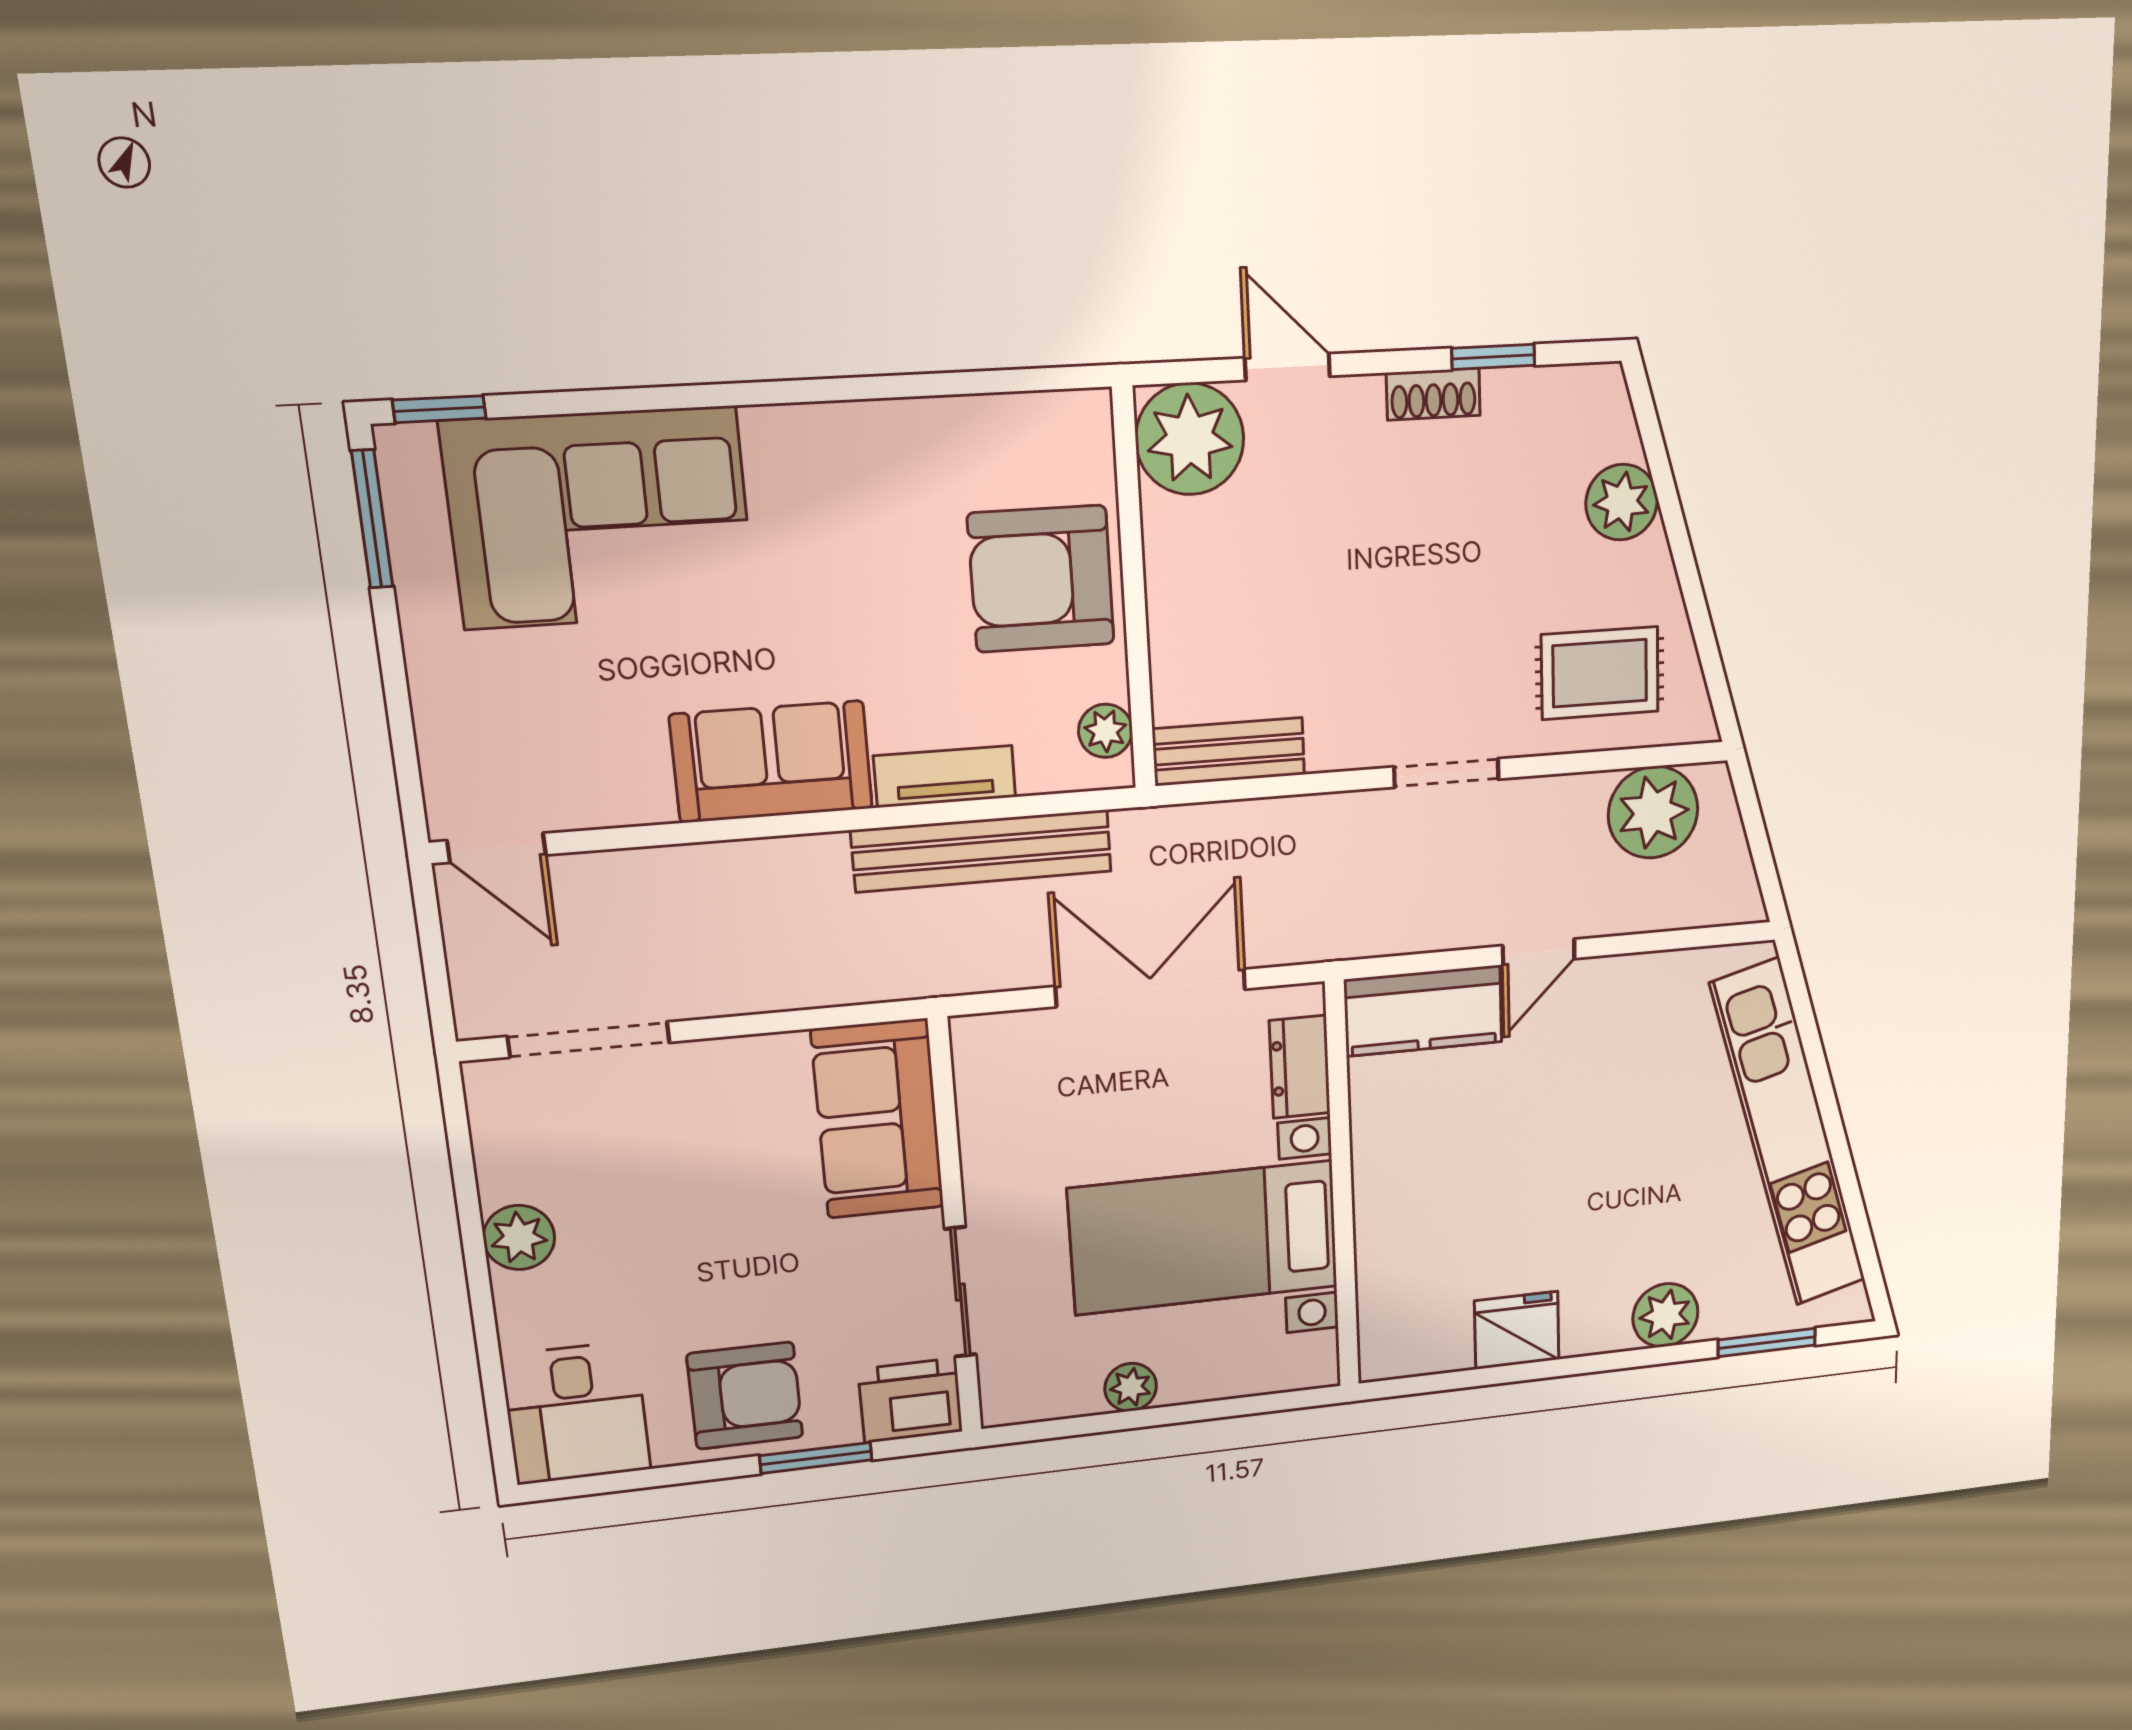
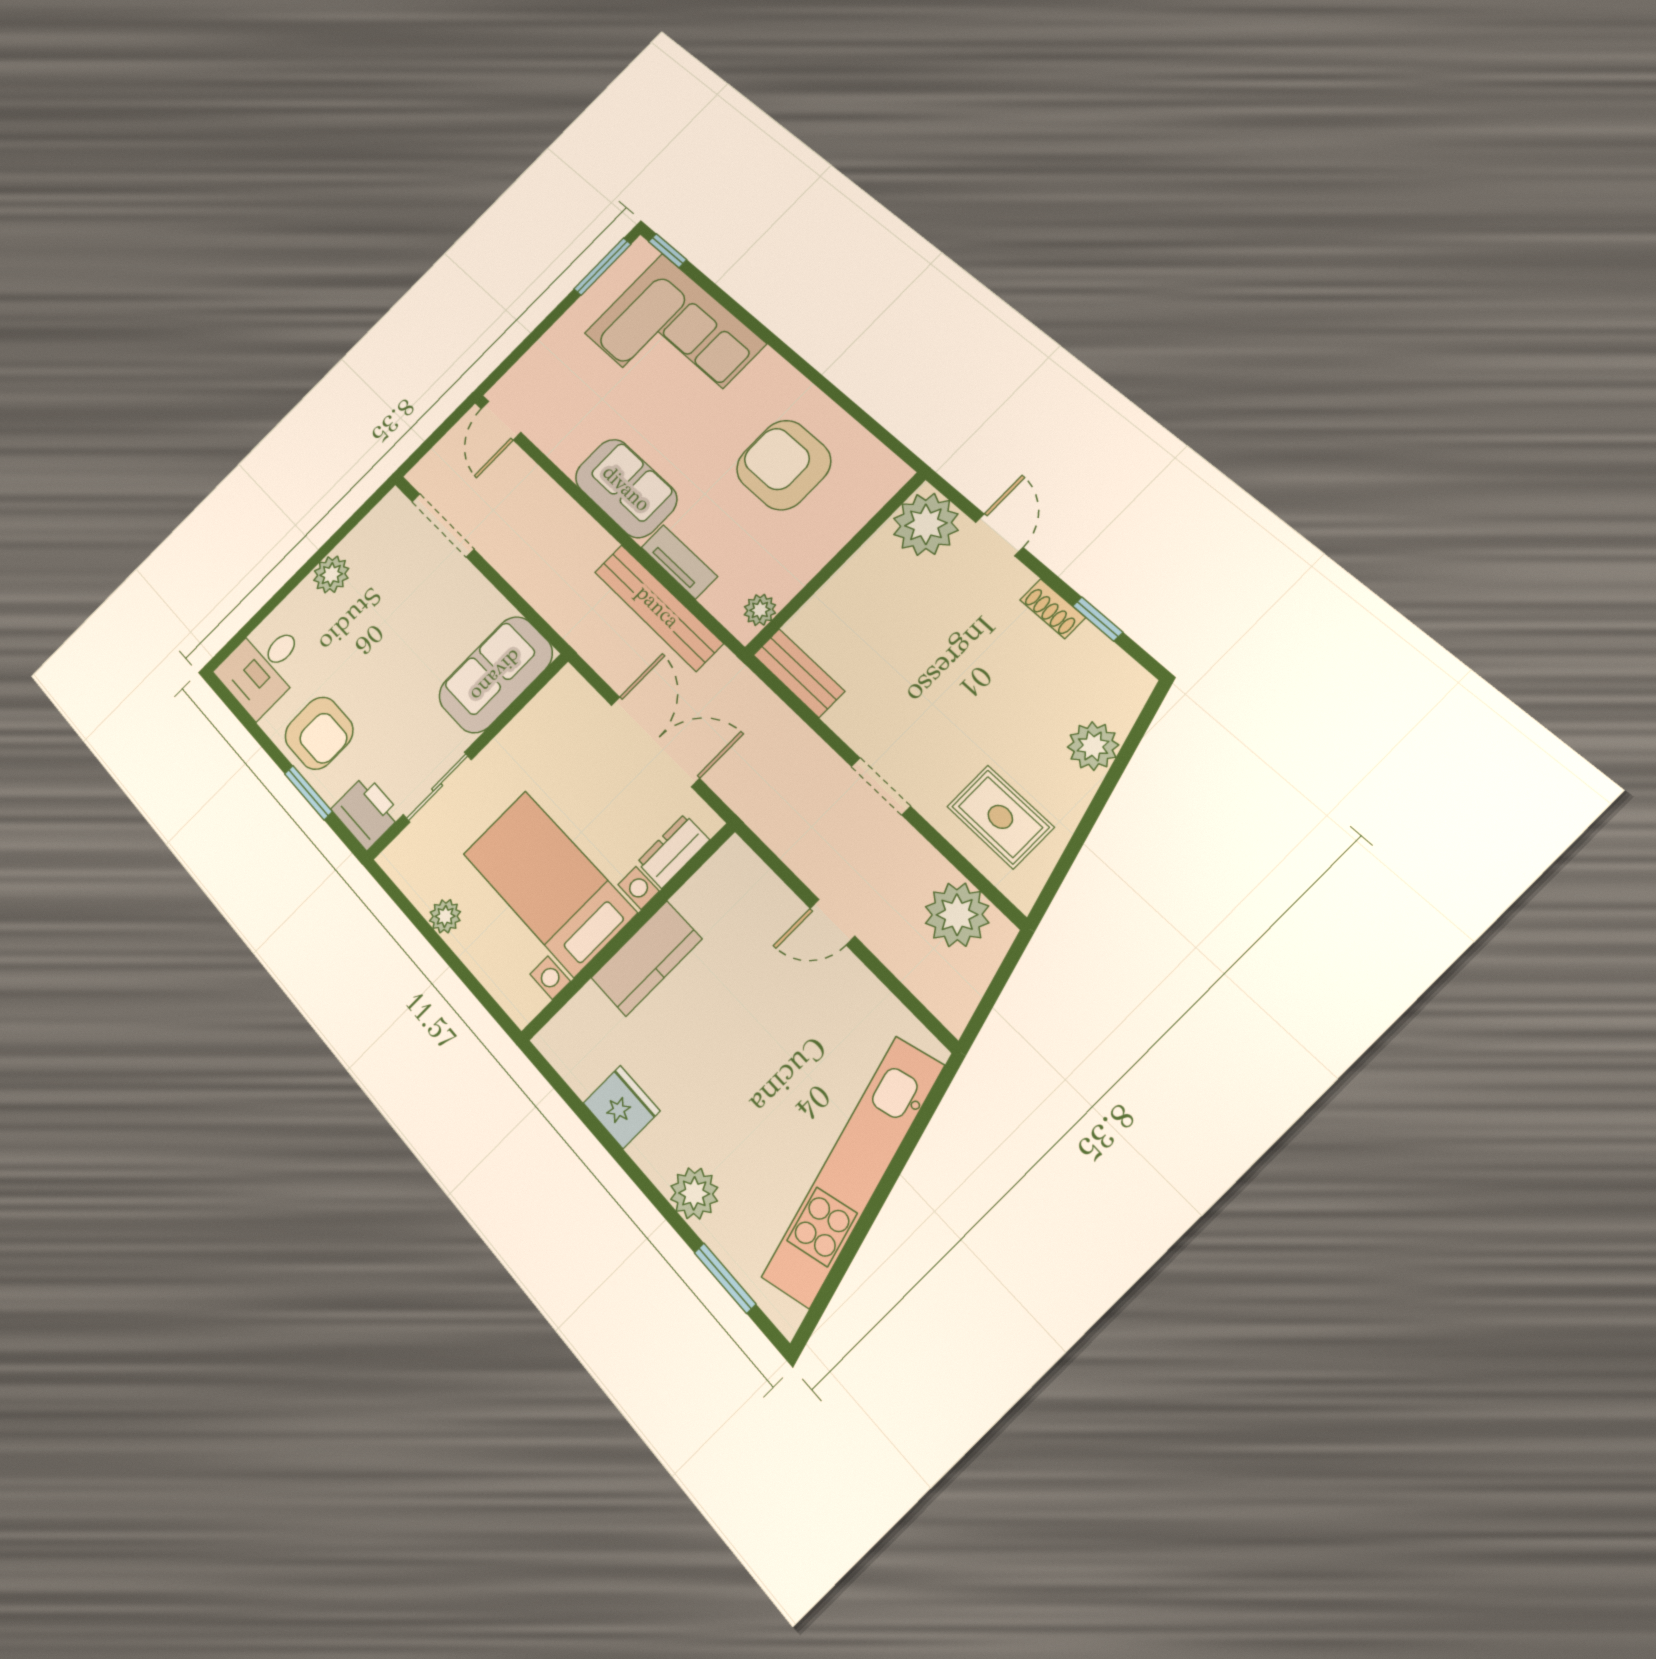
armchair: (1041, 579) -> (784, 465), moved
kitchen counter: (1423, 1011) -> (646, 958), moved, turned -90

